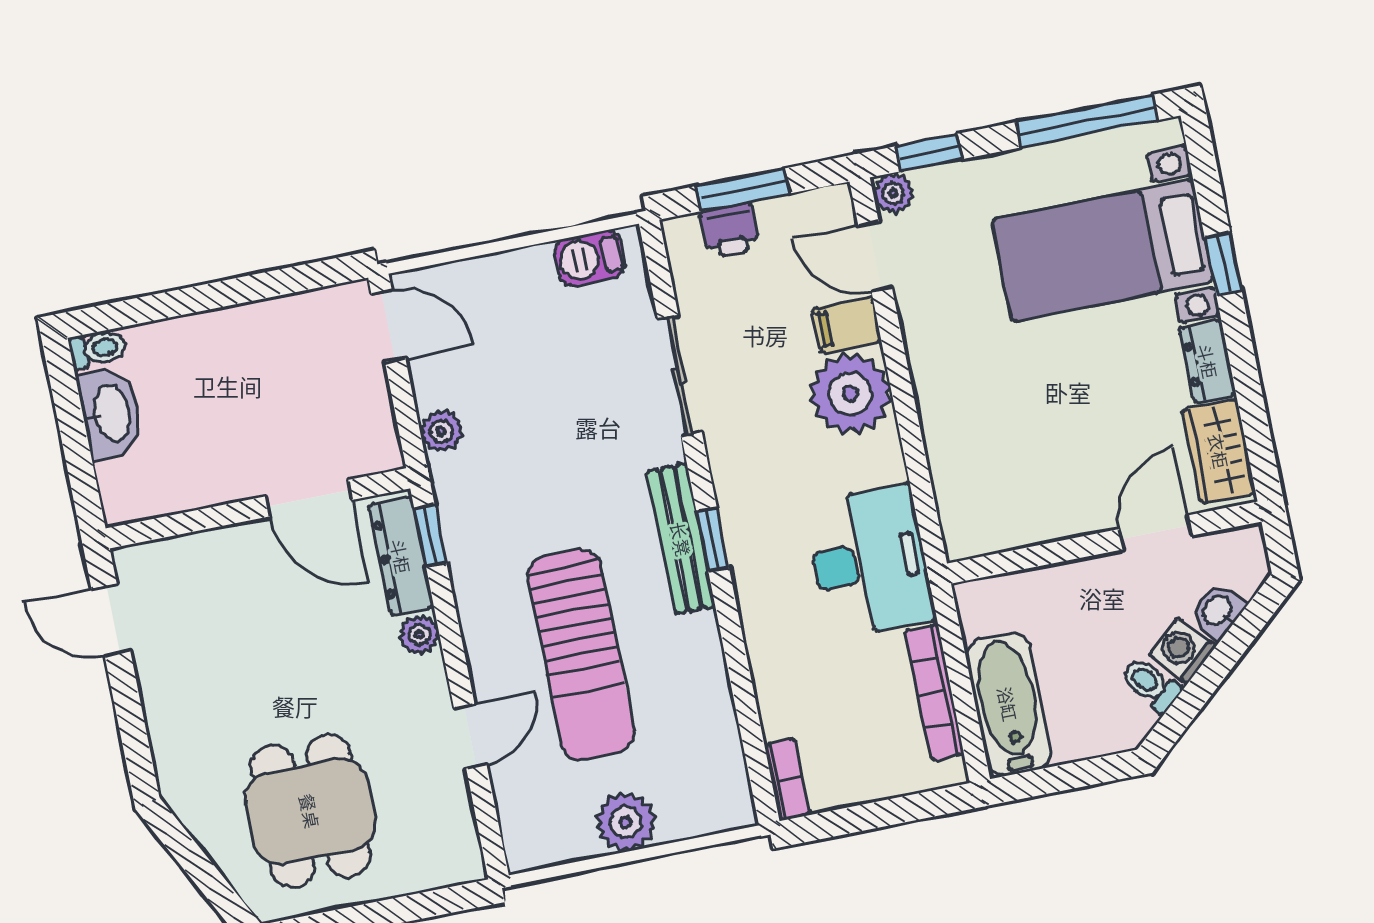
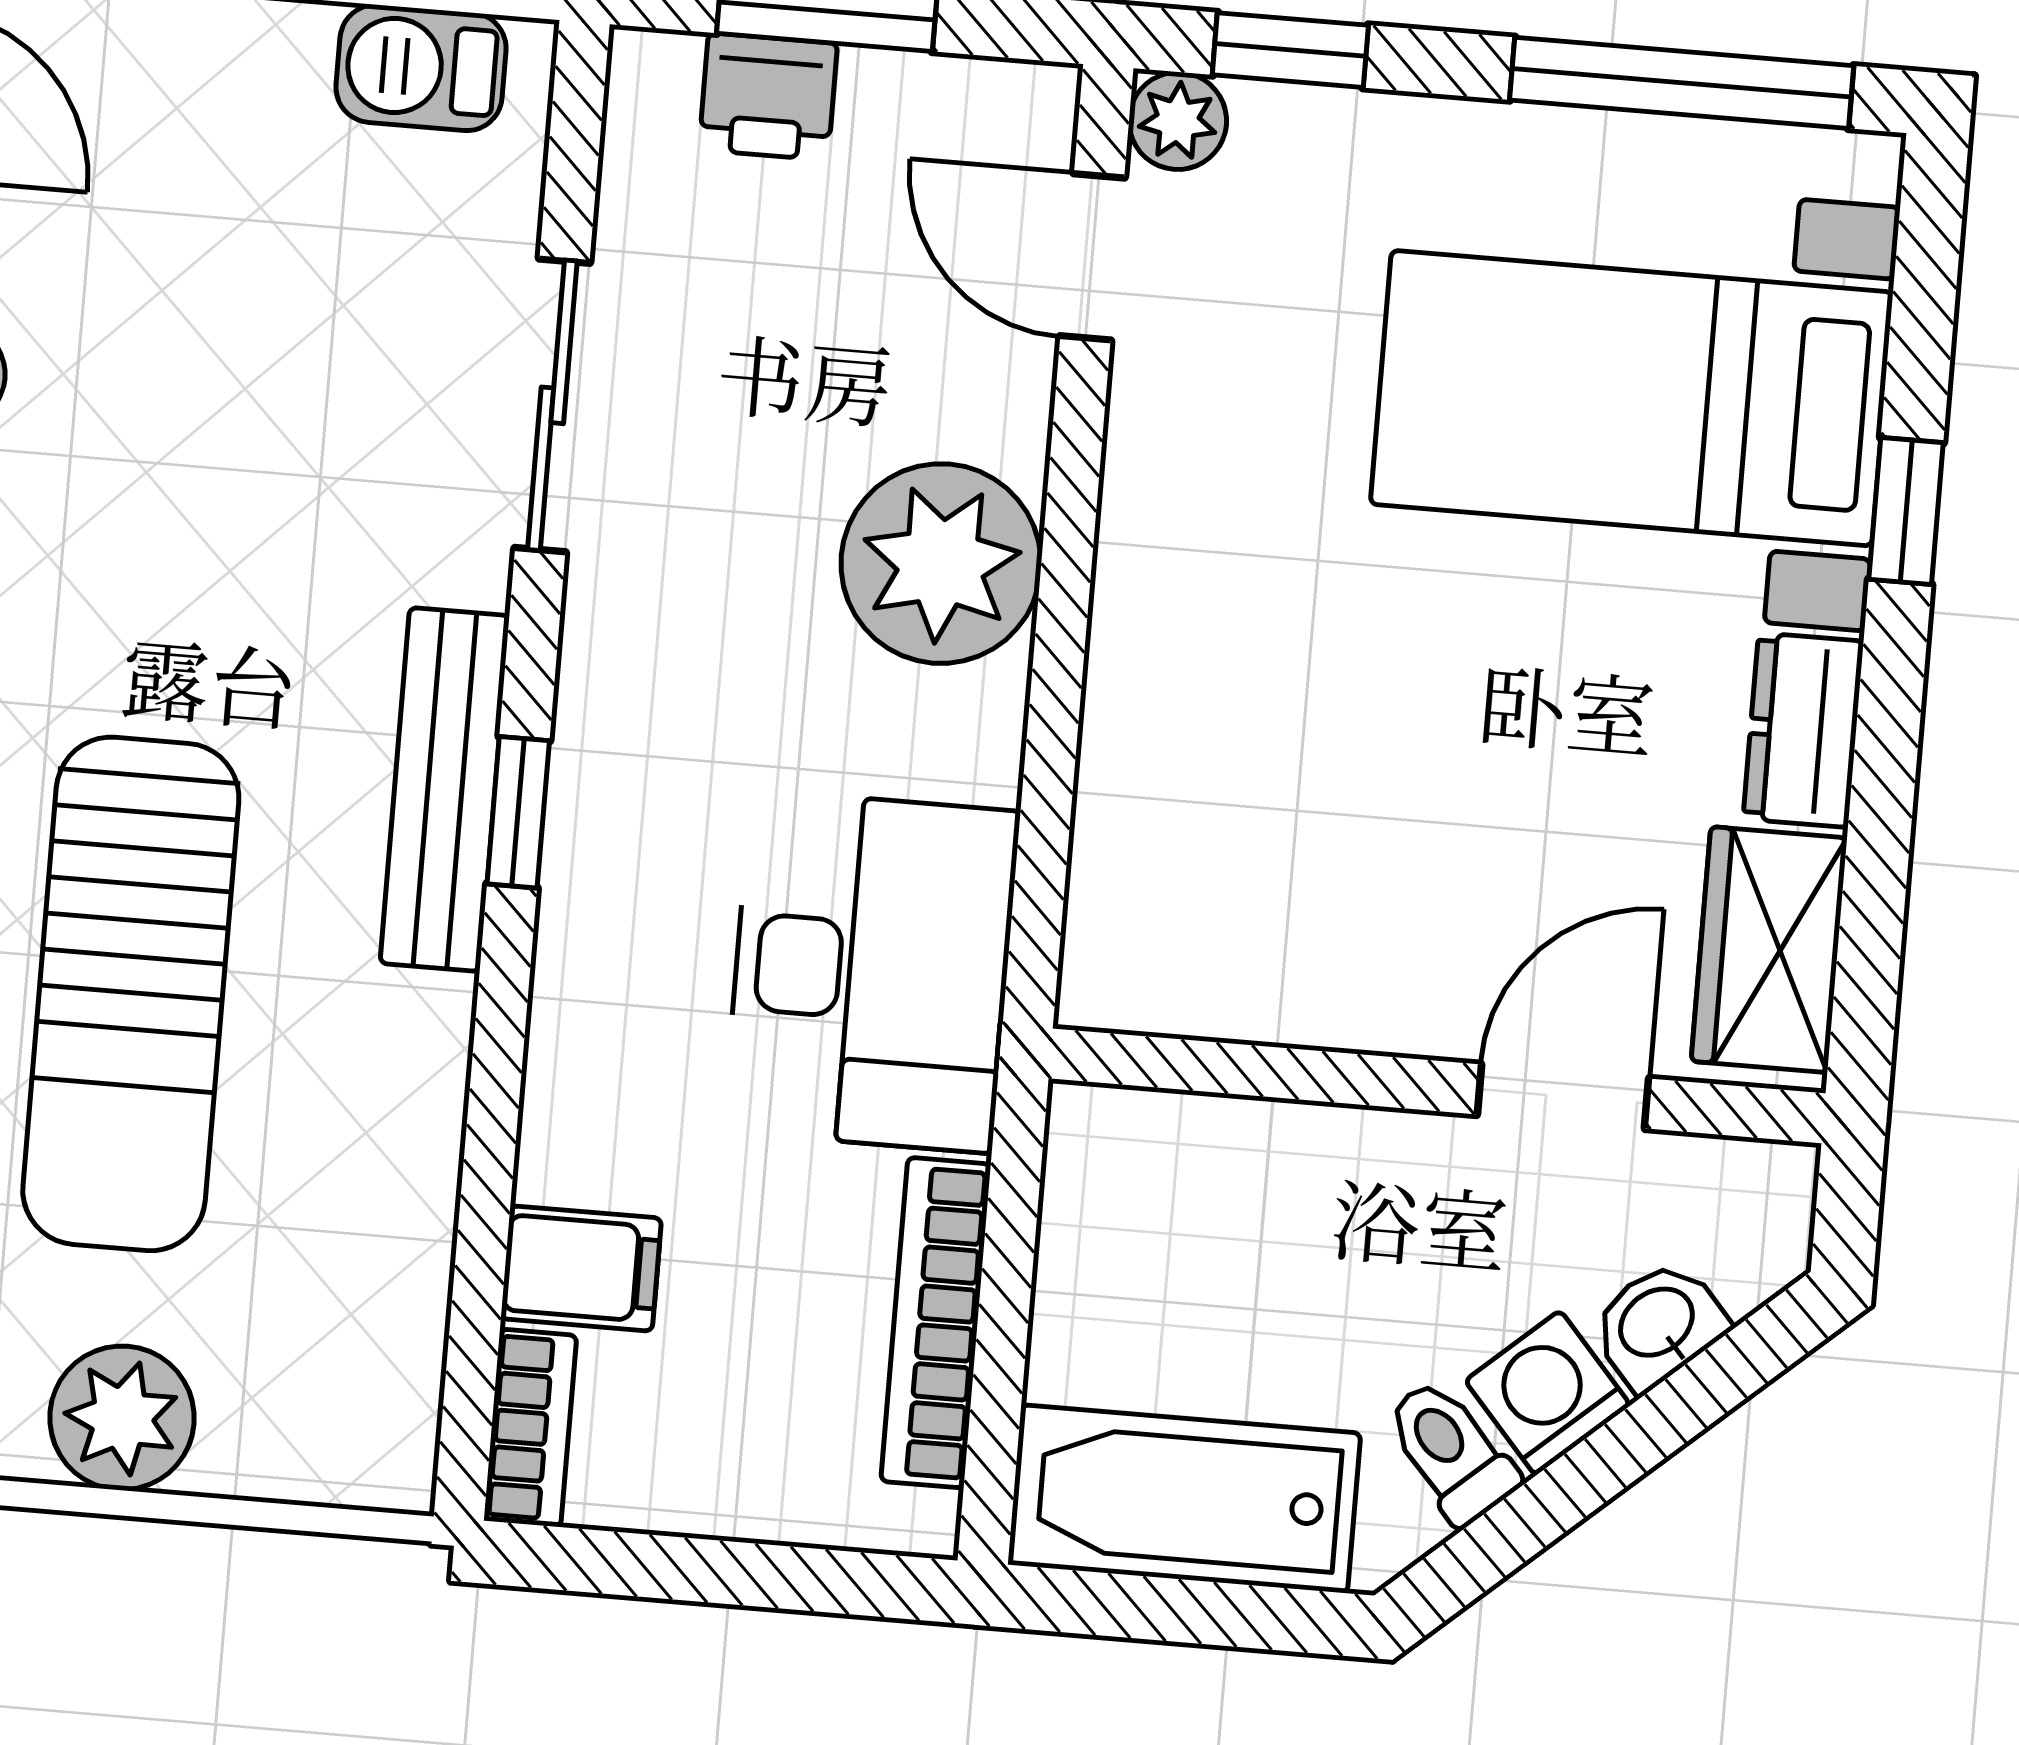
filing cabinet: (847, 325) -> (581, 1268), moved, turned 180
bathtub: (1008, 704) -> (1184, 1499), moved, turned -90

